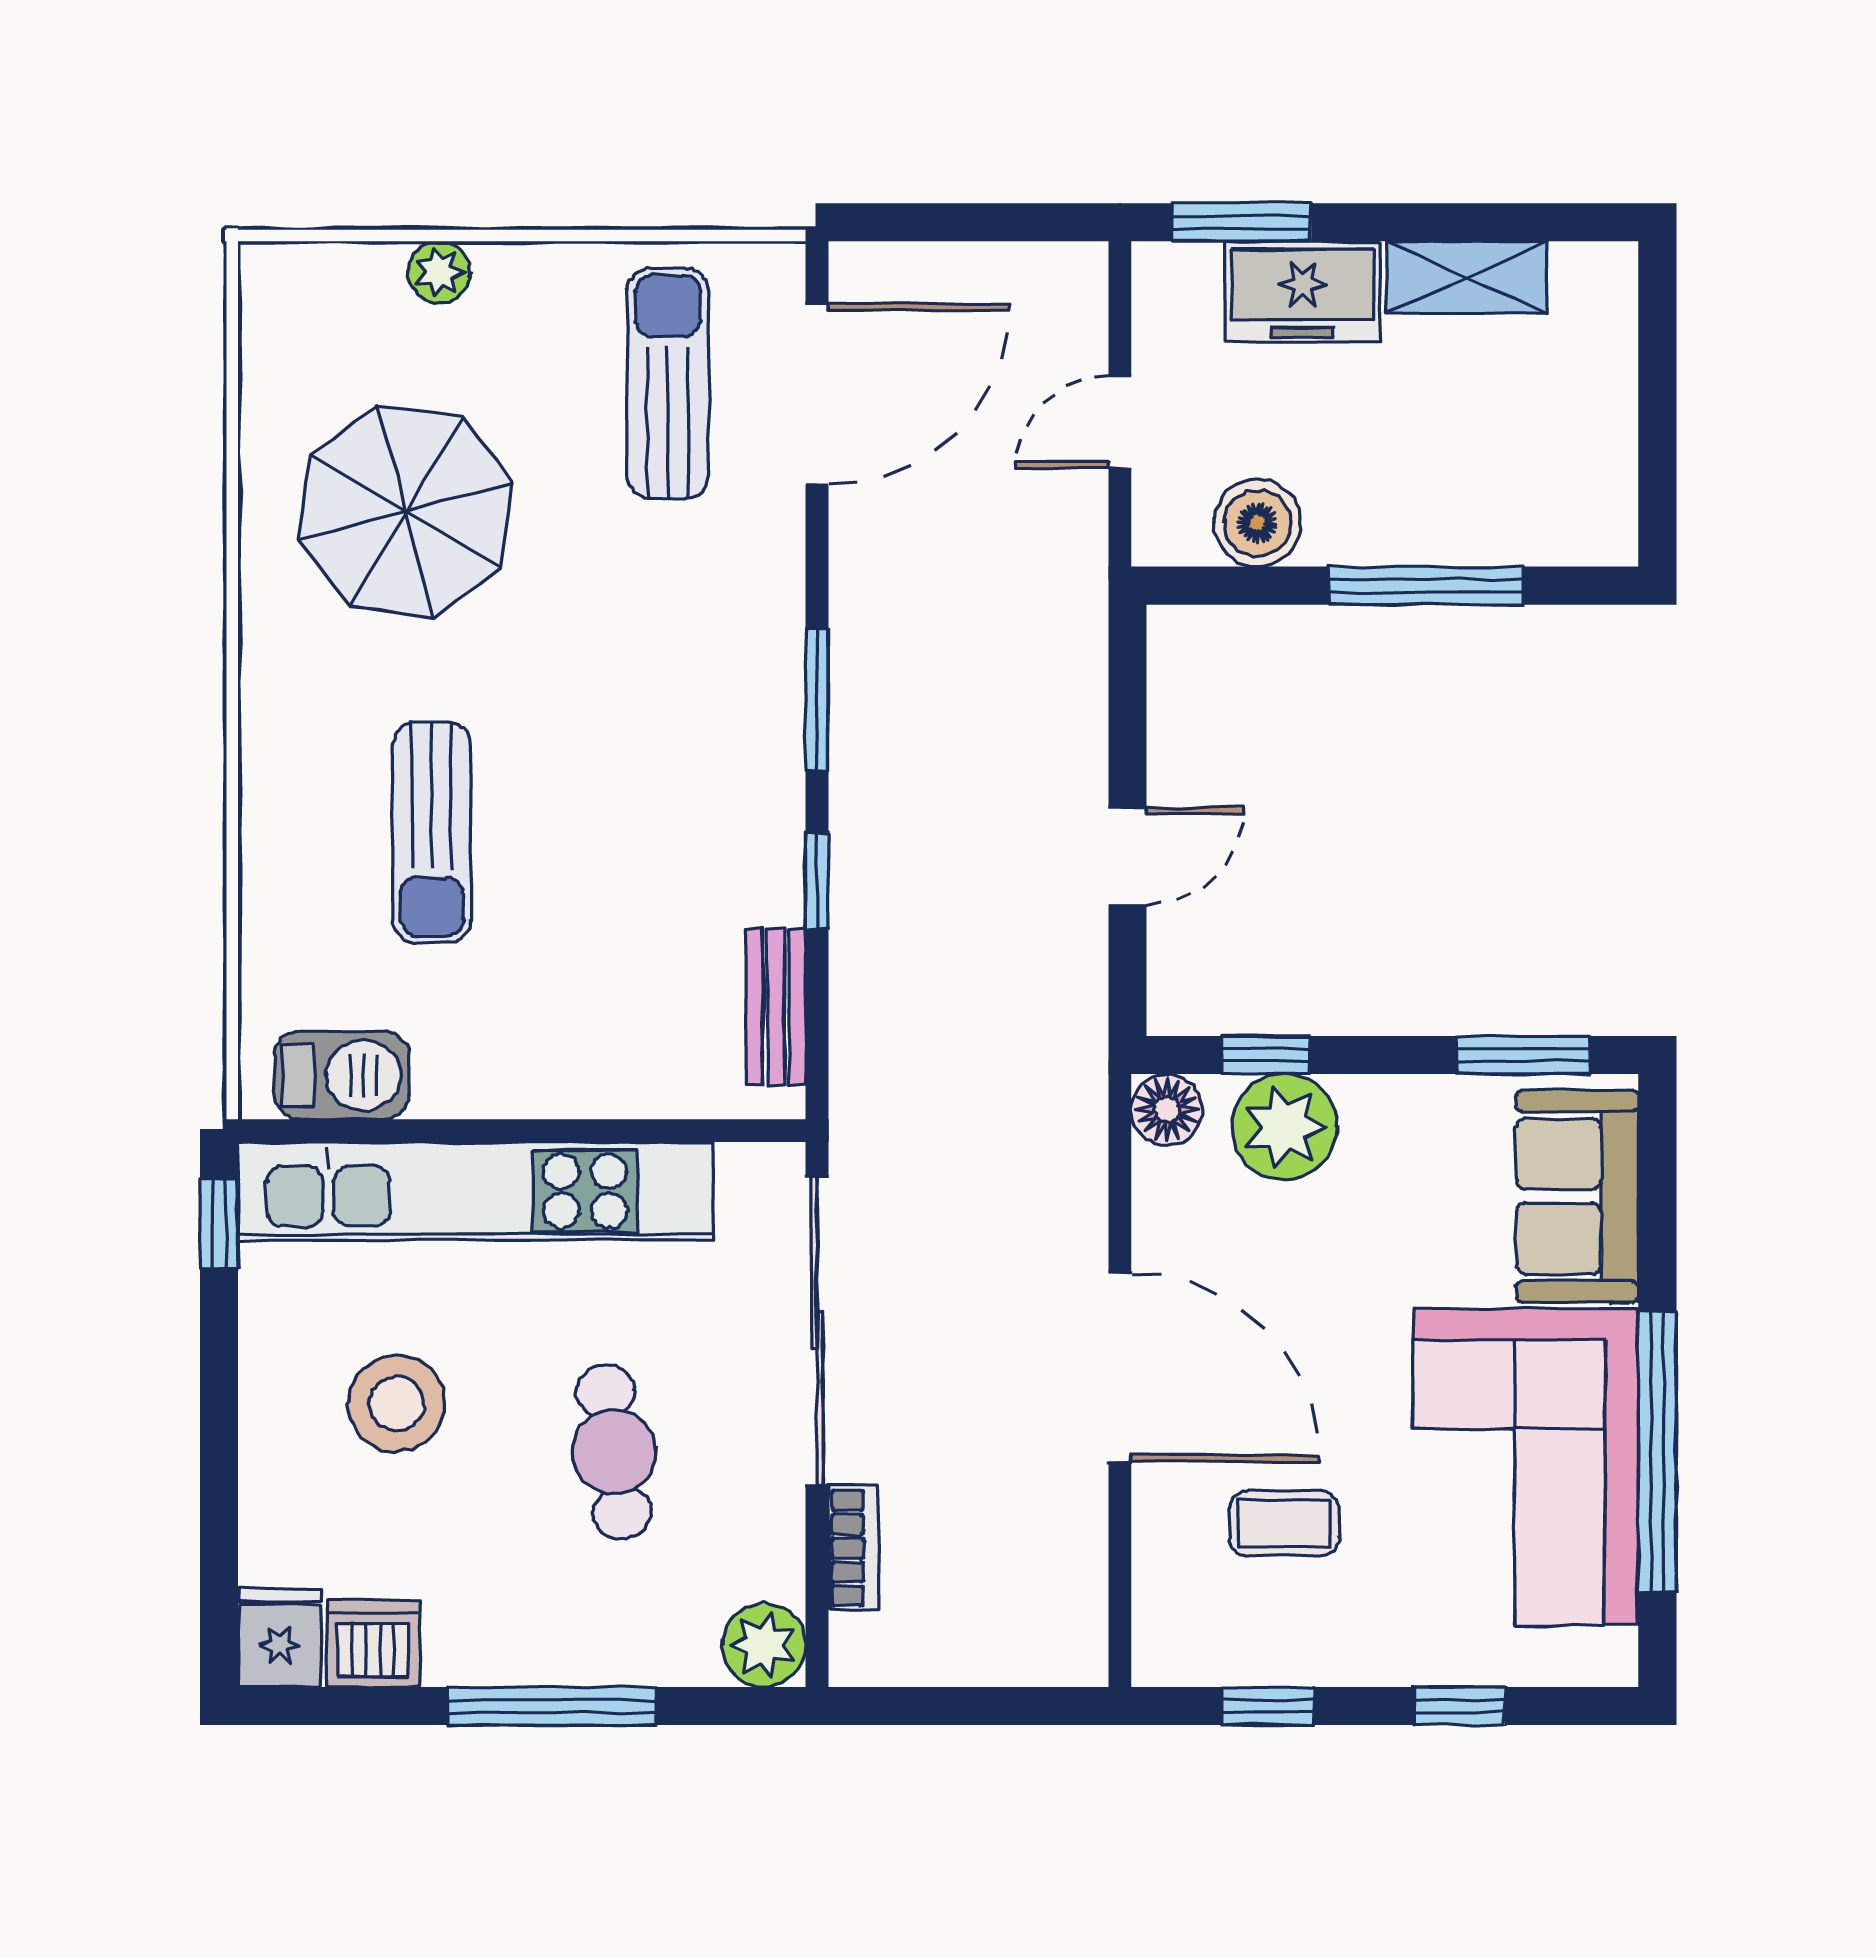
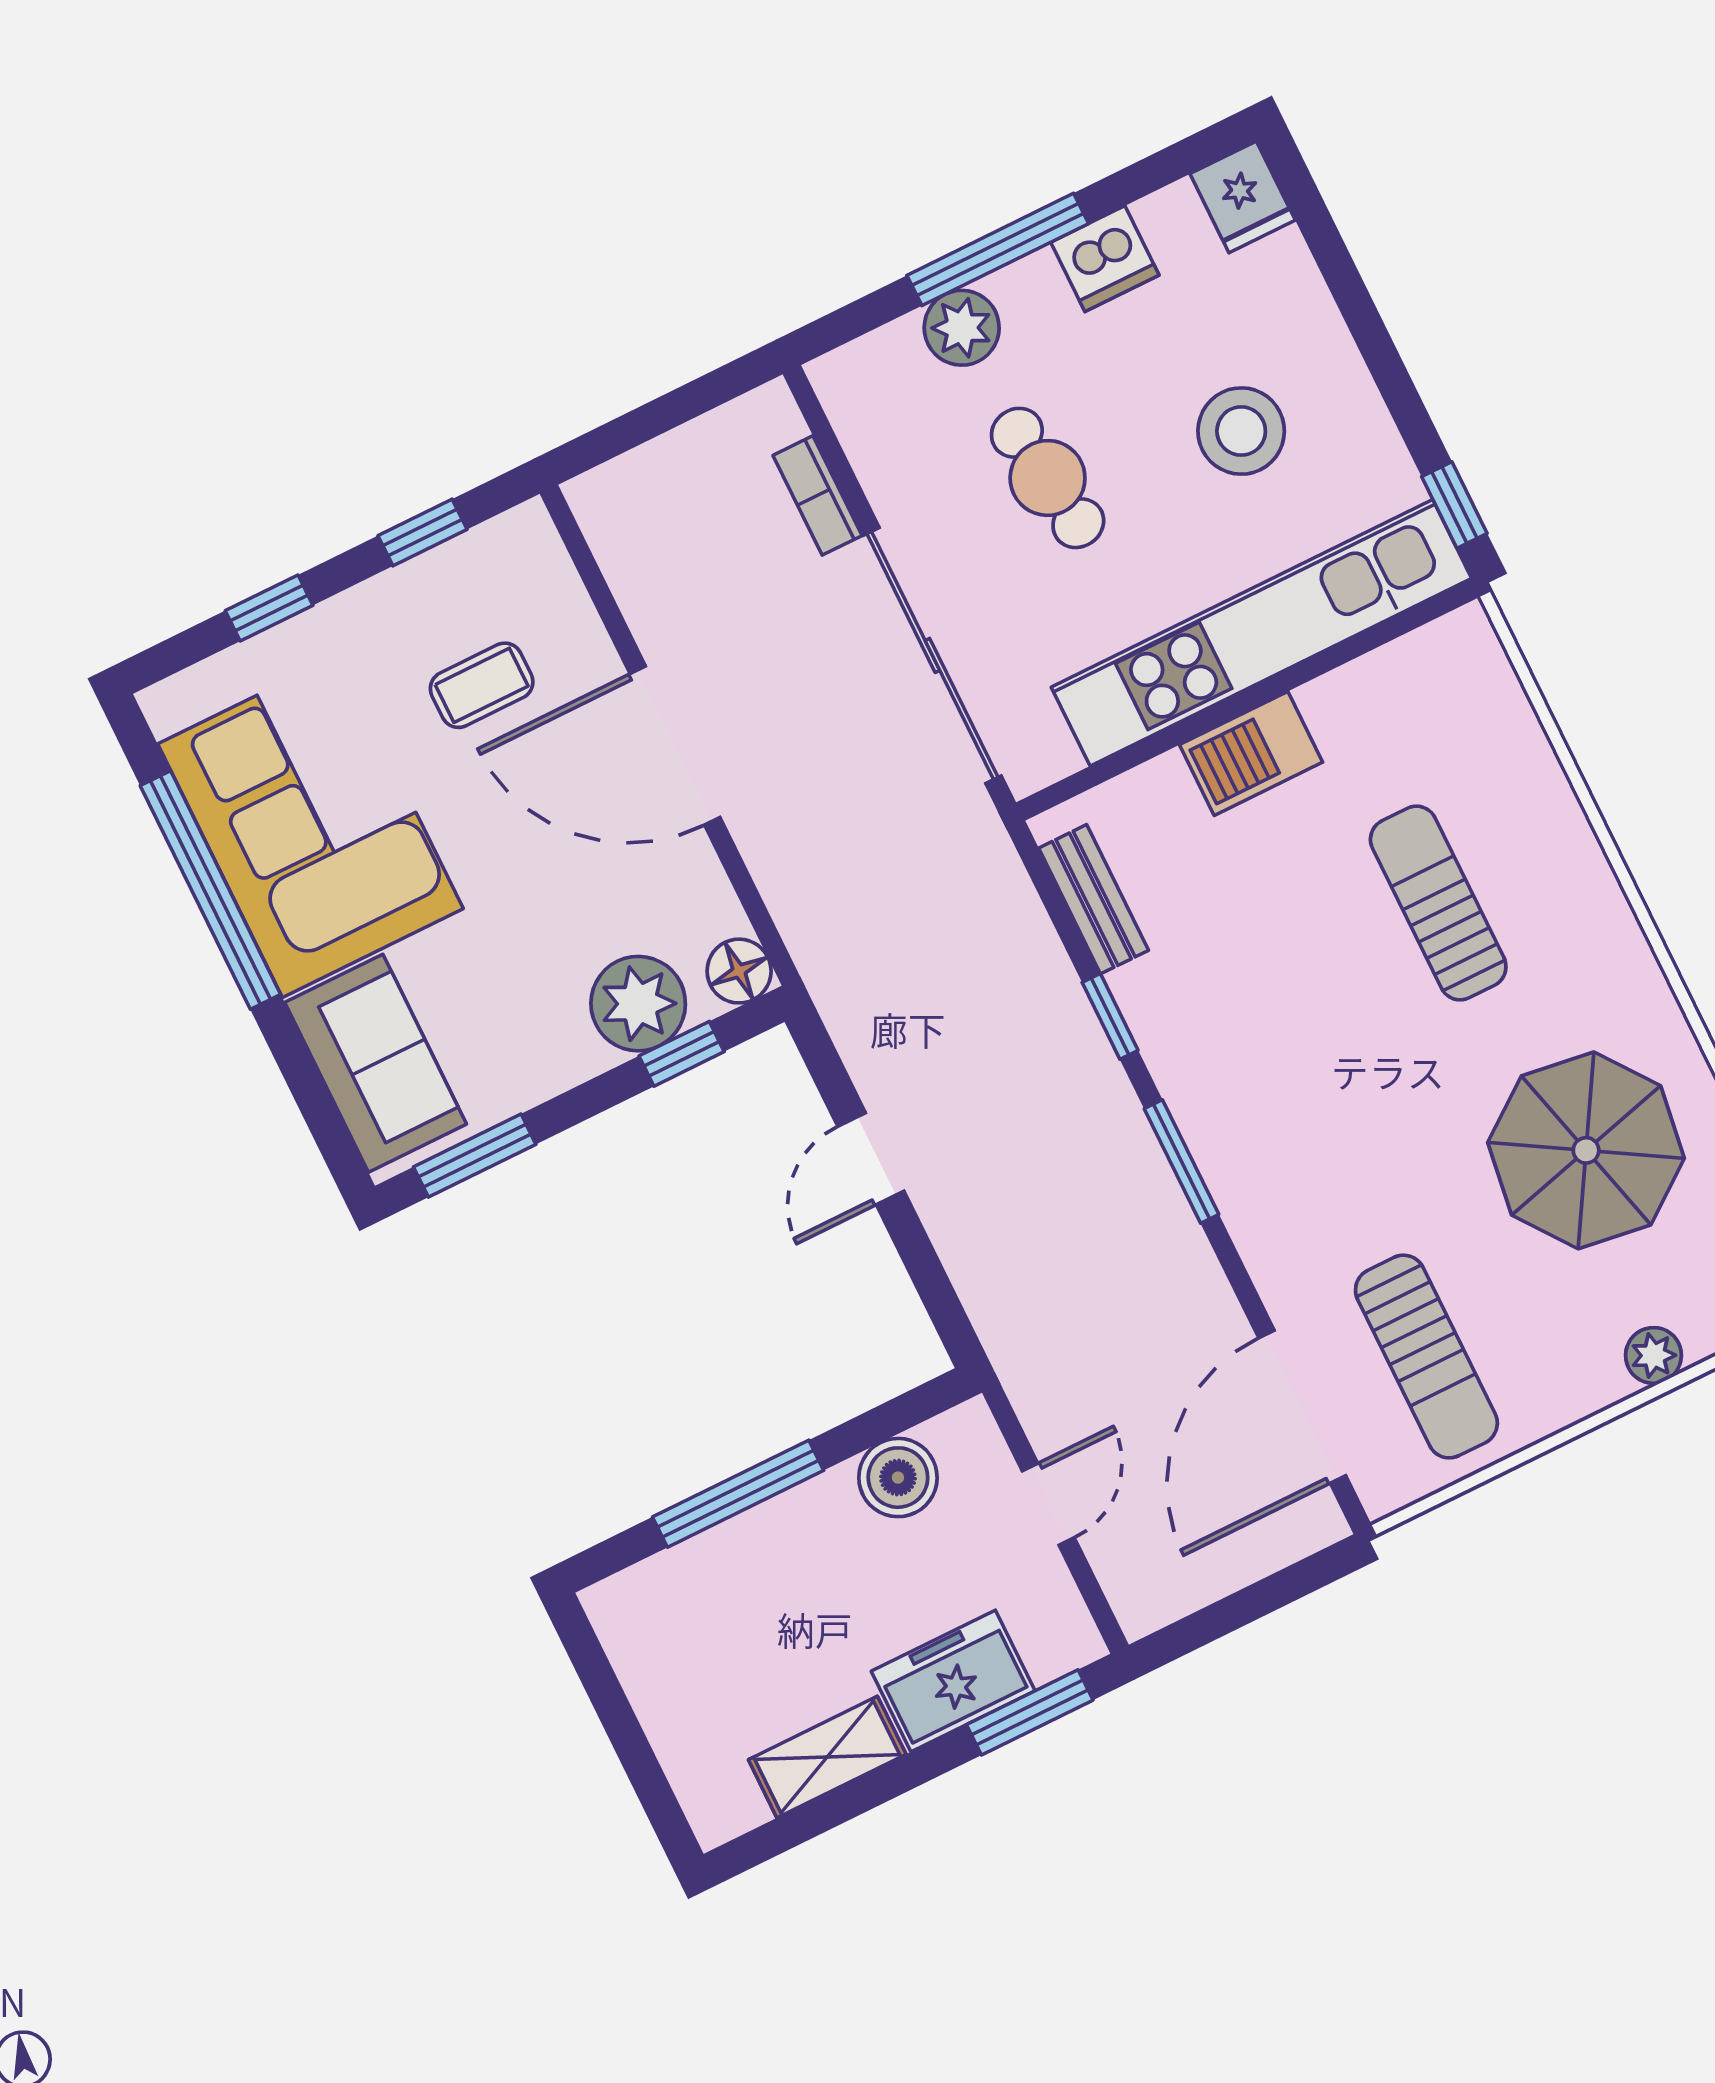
barbecue: (342, 1075) -> (1251, 753), moved
dishwasher: (373, 1644) -> (1105, 259), moved
plant: (764, 1645) -> (962, 328), moved

